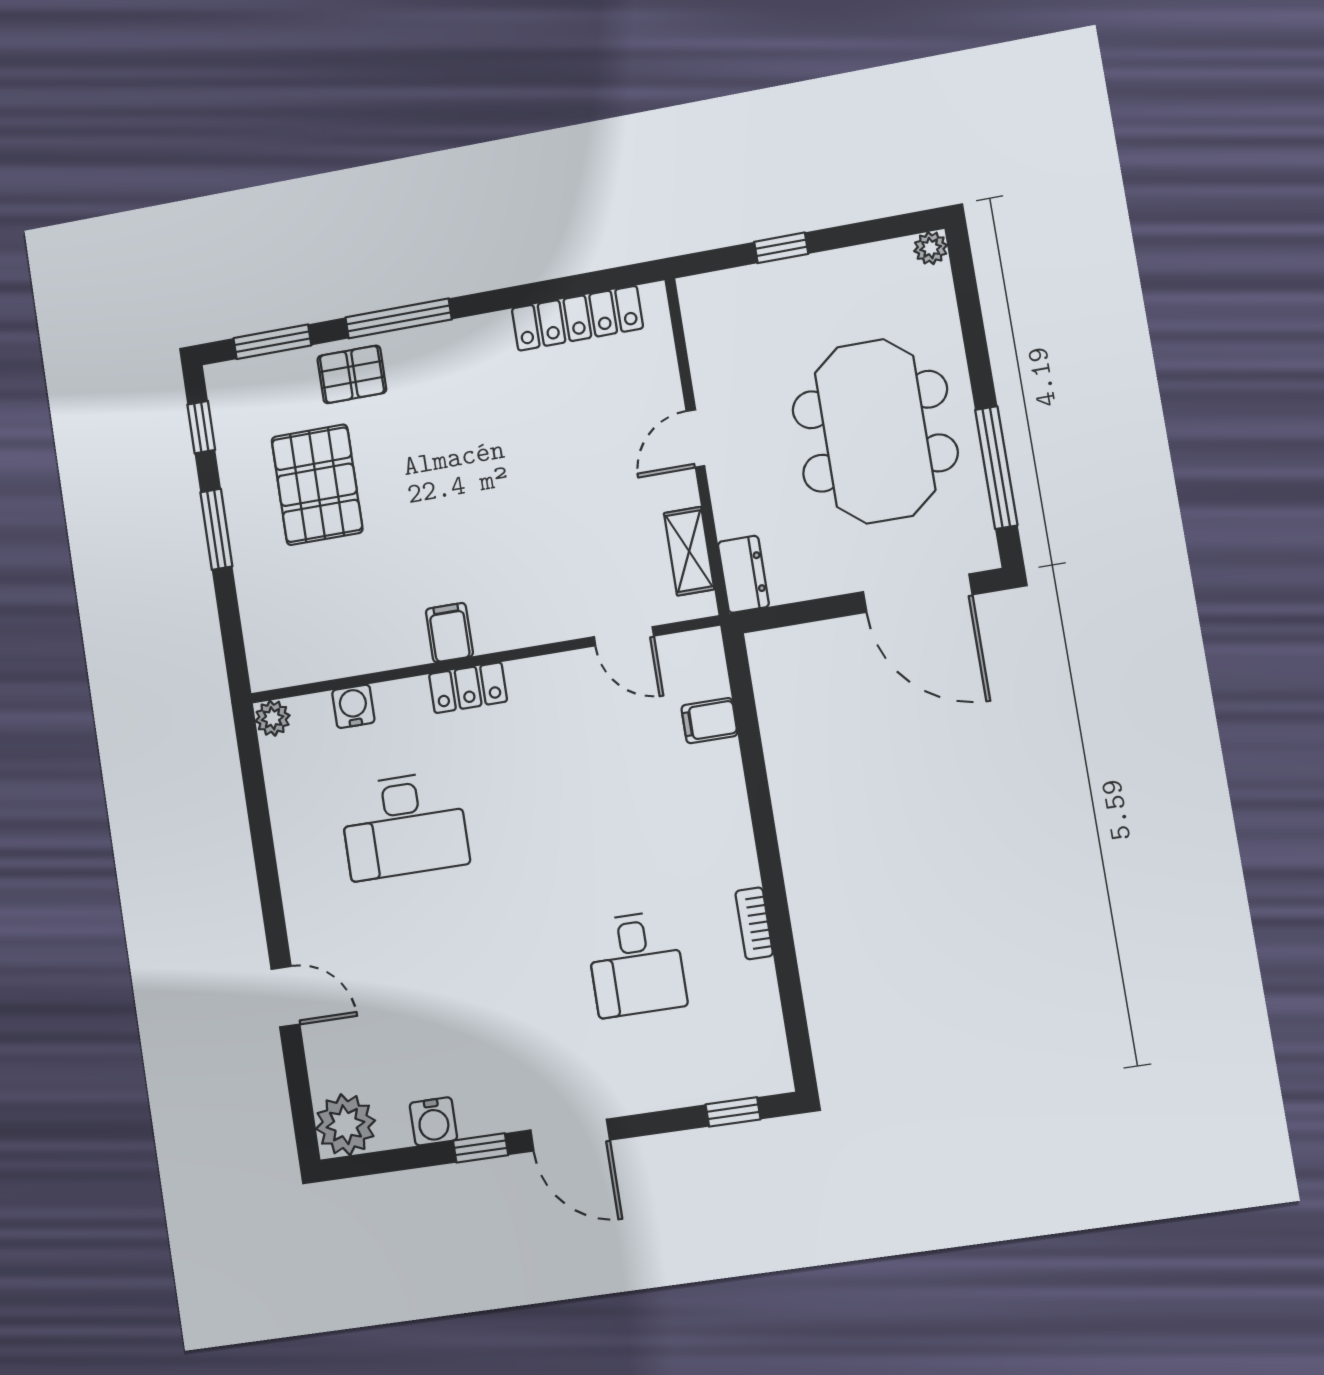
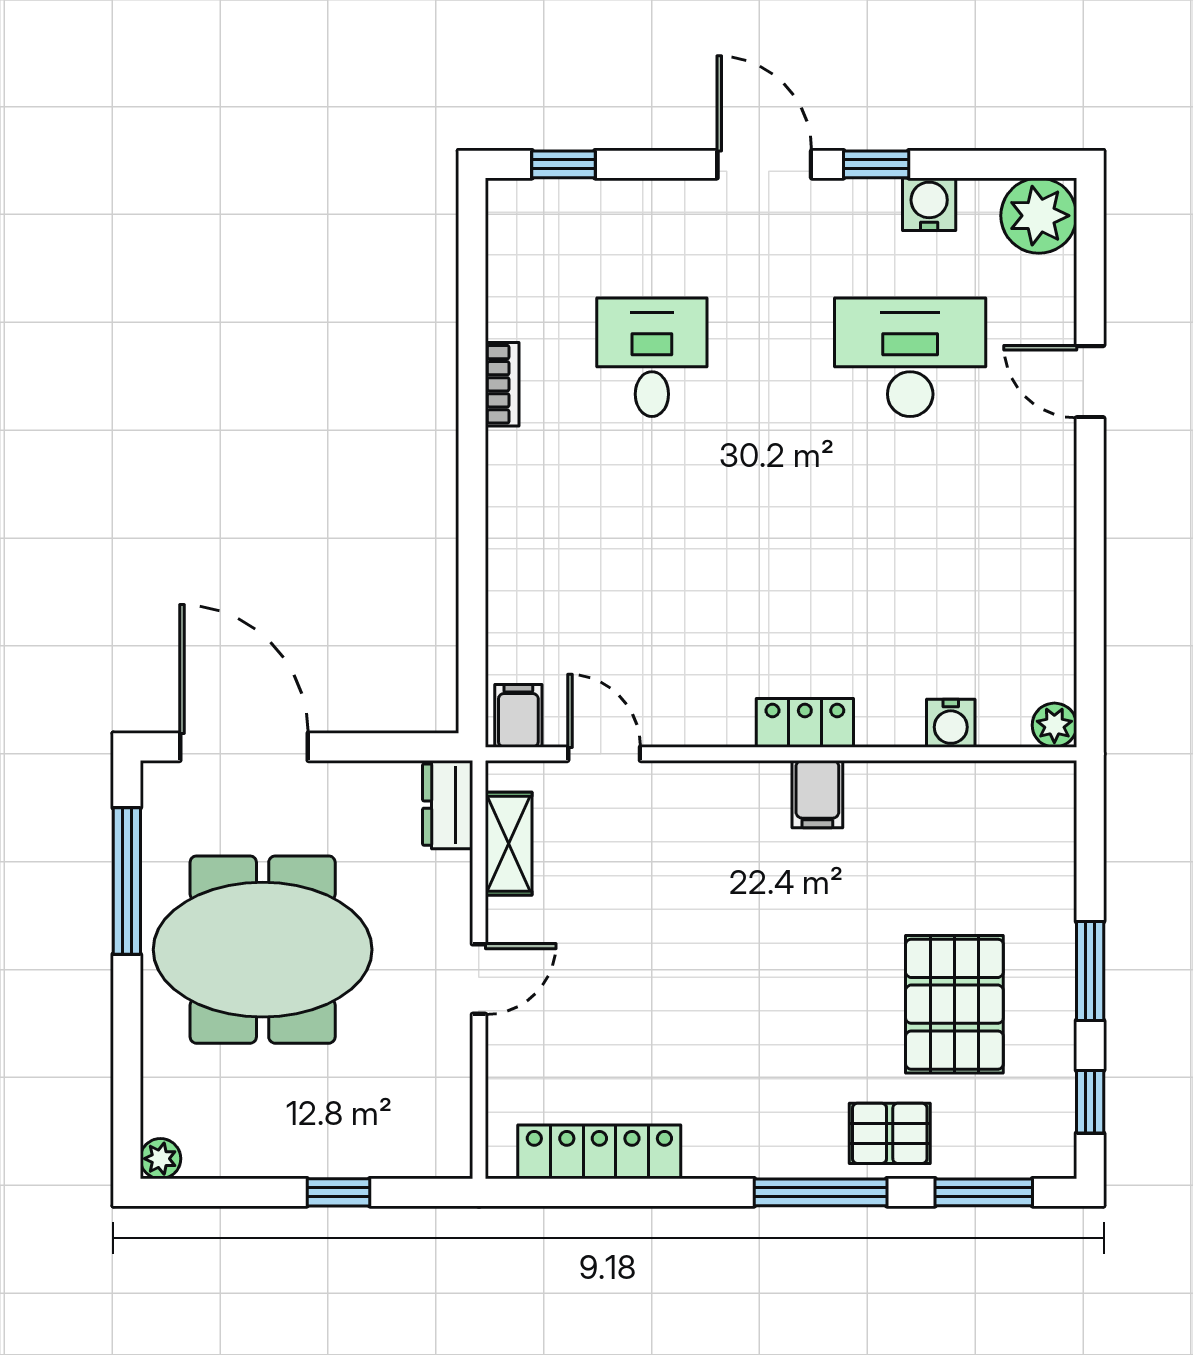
meeting table: (875, 431) -> (263, 950), turned 90
filing cabinet: (709, 721) -> (518, 716), moved, turned -90
desk: (404, 825) -> (910, 357), moved

